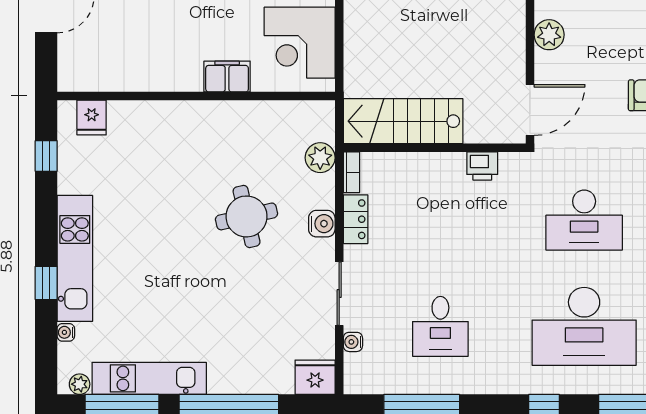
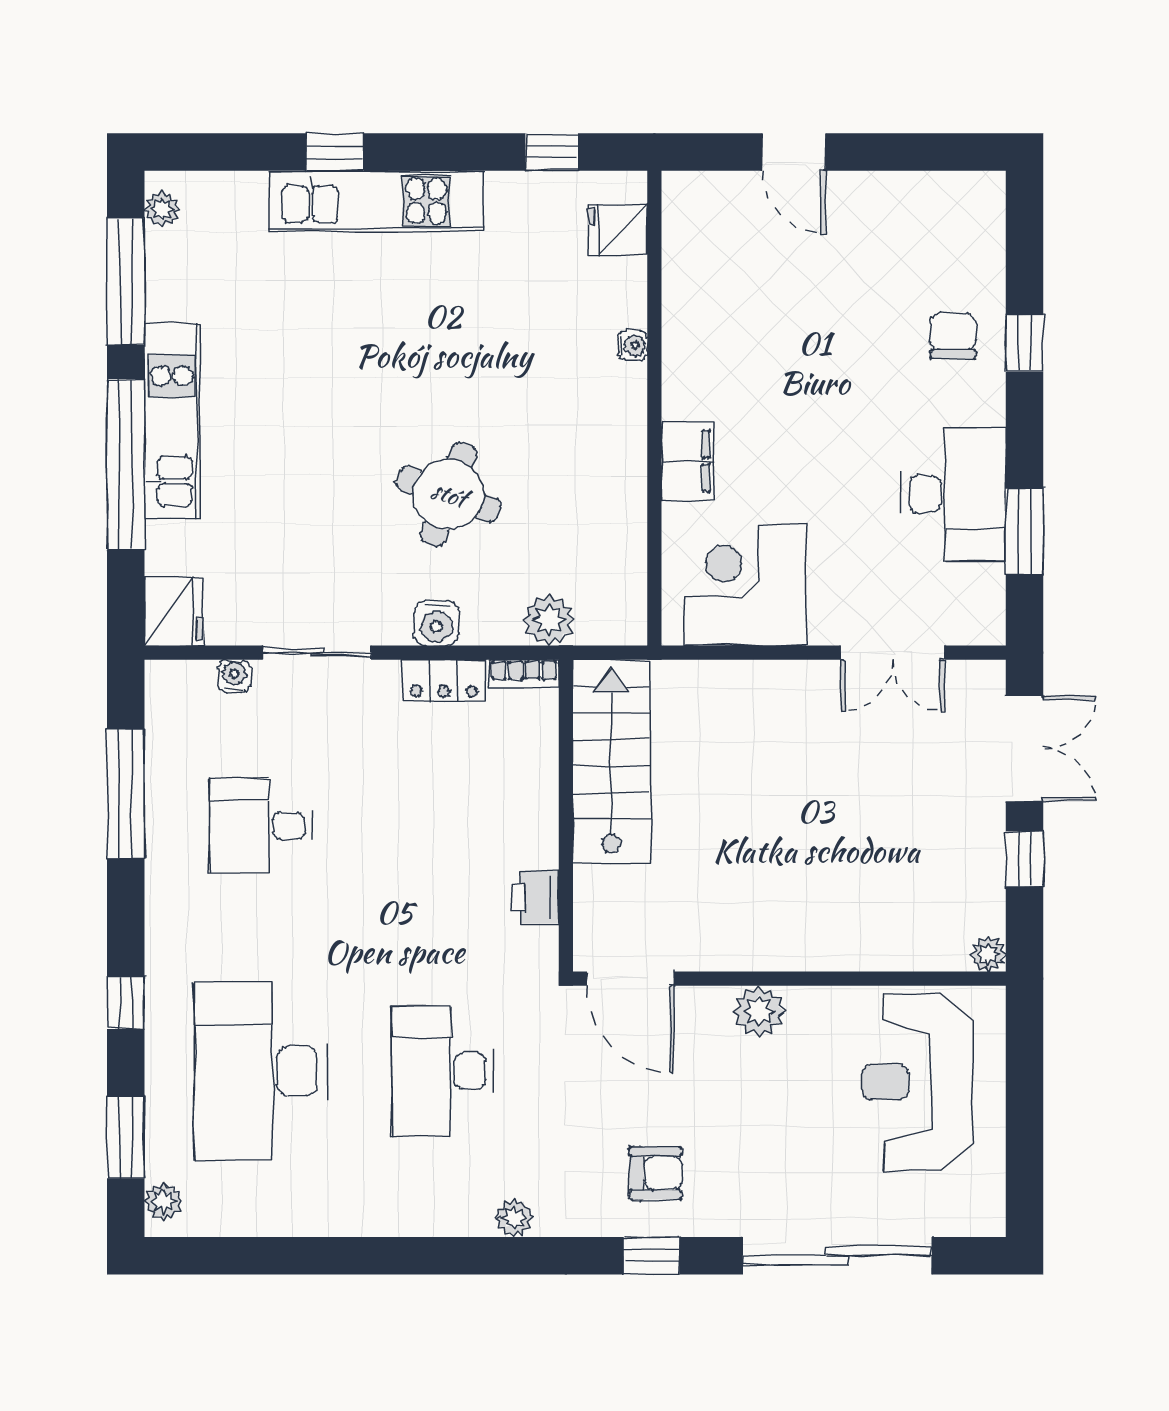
round table: (247, 216) -> (449, 494), turned 33
water cooler: (66, 332) -> (632, 345), moved, turned 90
kitchen unit: (149, 378) -> (172, 421), moved

